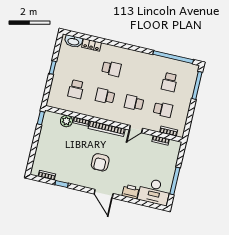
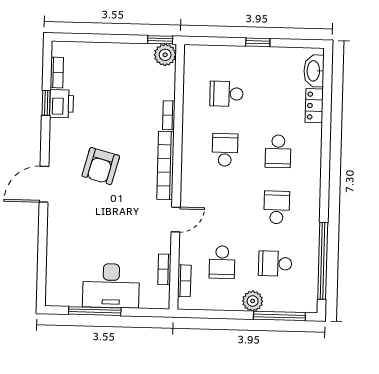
plant: (186, 98) -> (253, 301), added
school desk: (134, 103) -> (277, 207), moved
plant: (66, 121) -> (165, 55), moved
door: (136, 129) -> (176, 219), swing flipped
armchair: (100, 162) -> (101, 166), turned -75
printer: (131, 192) -> (62, 104), moved
desk: (154, 192) -> (111, 286), moved, turned -90

